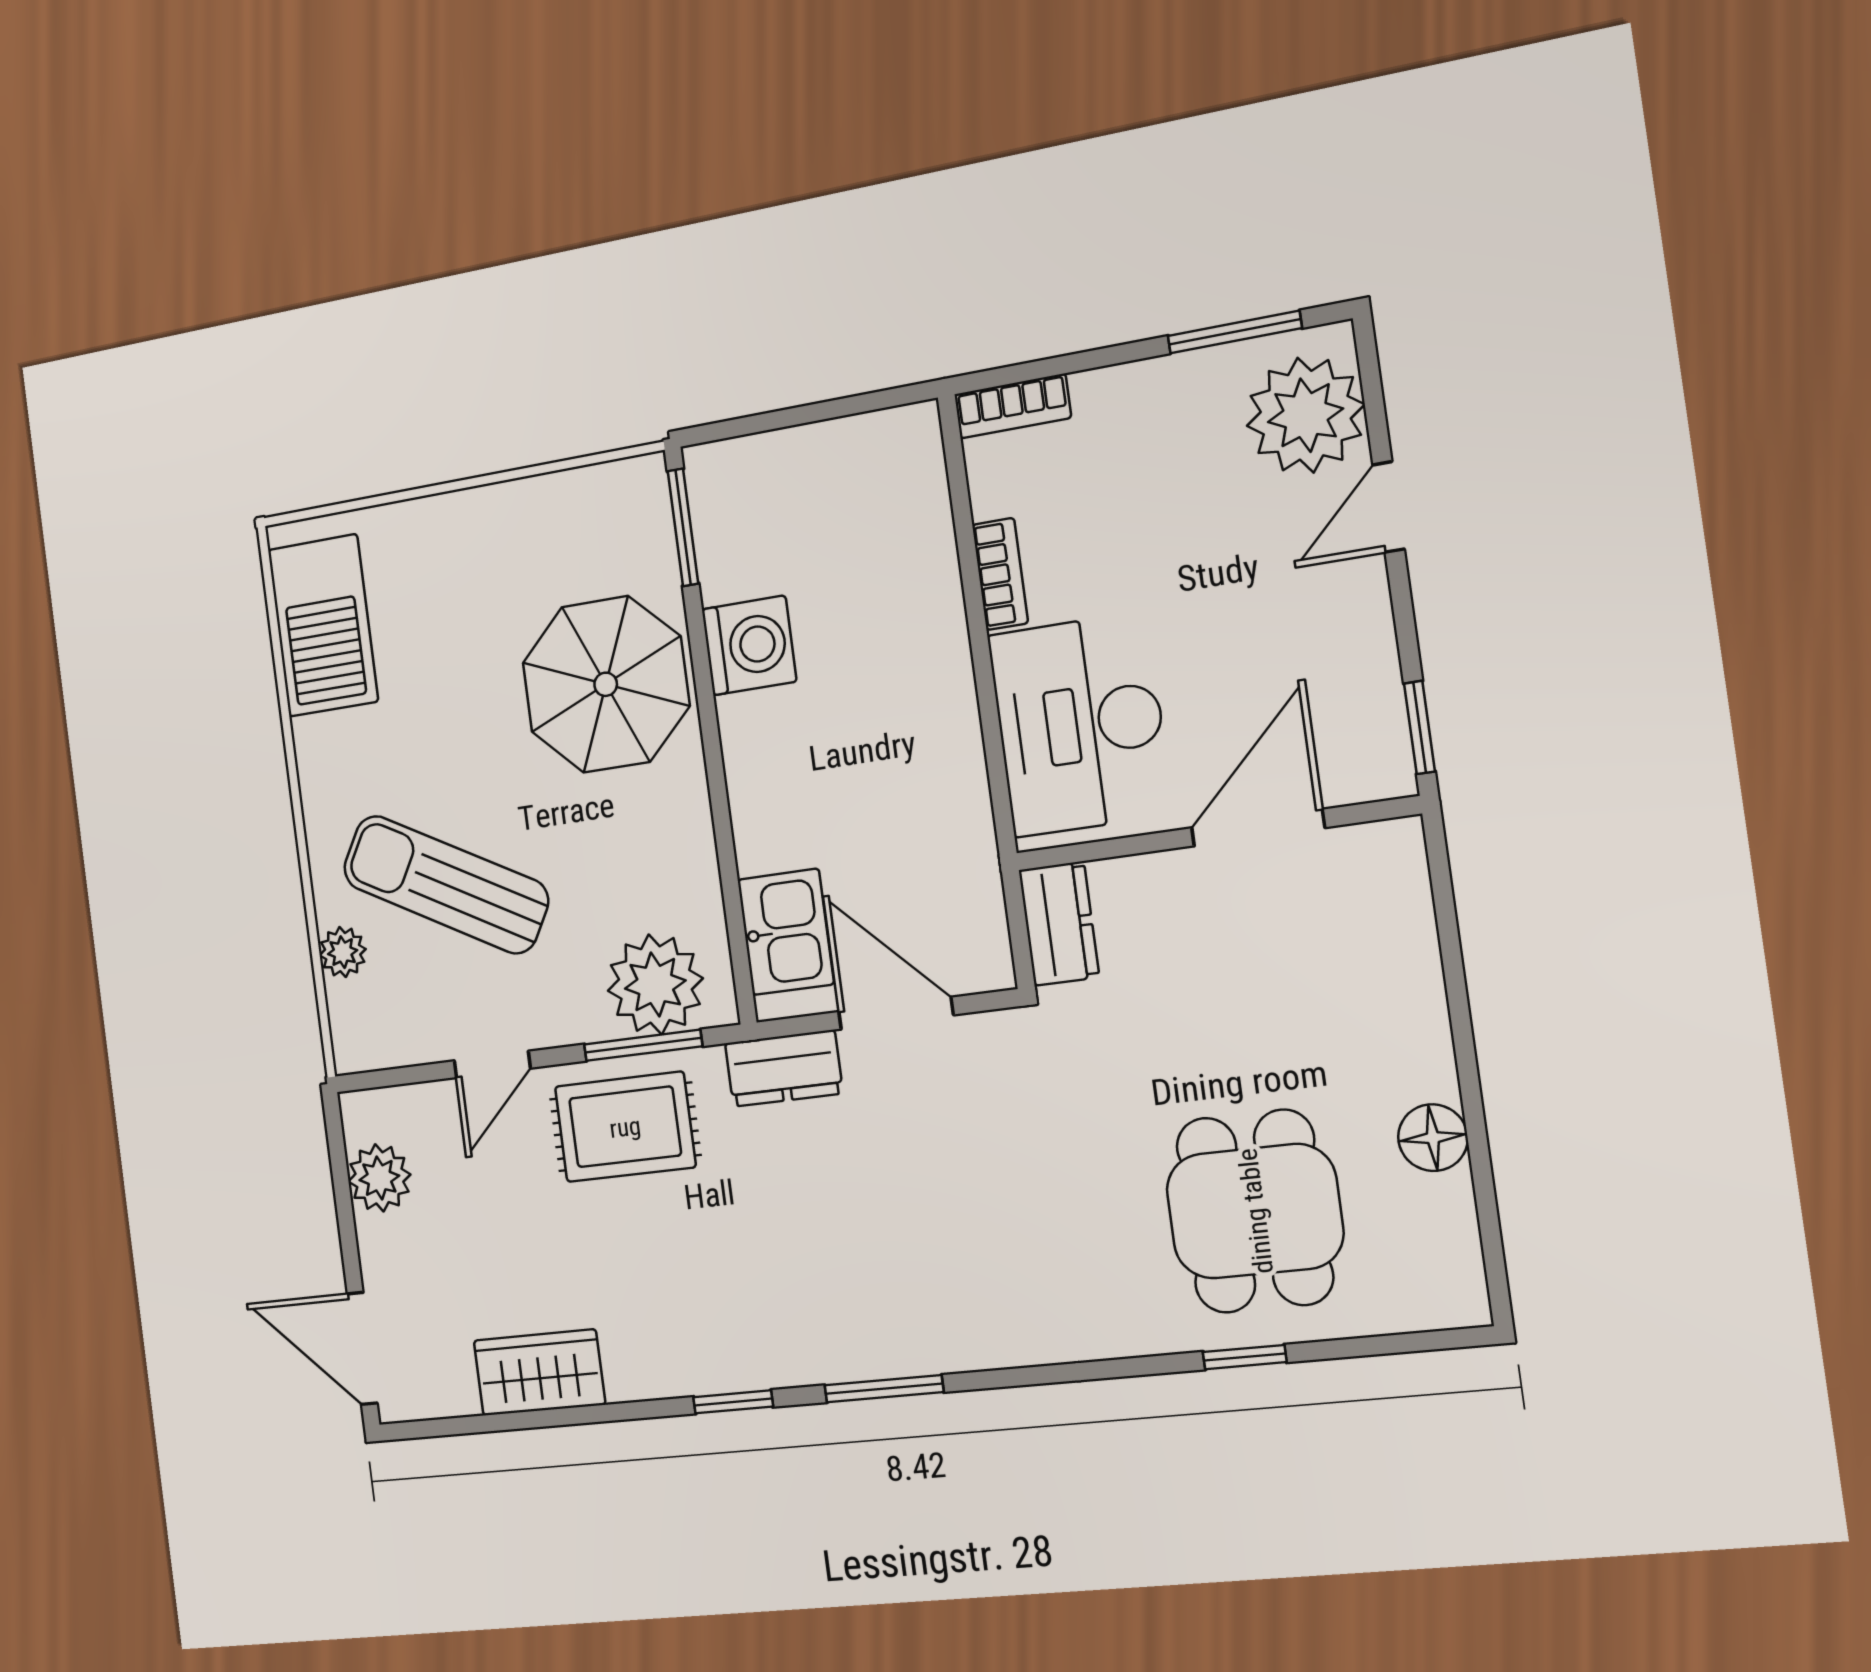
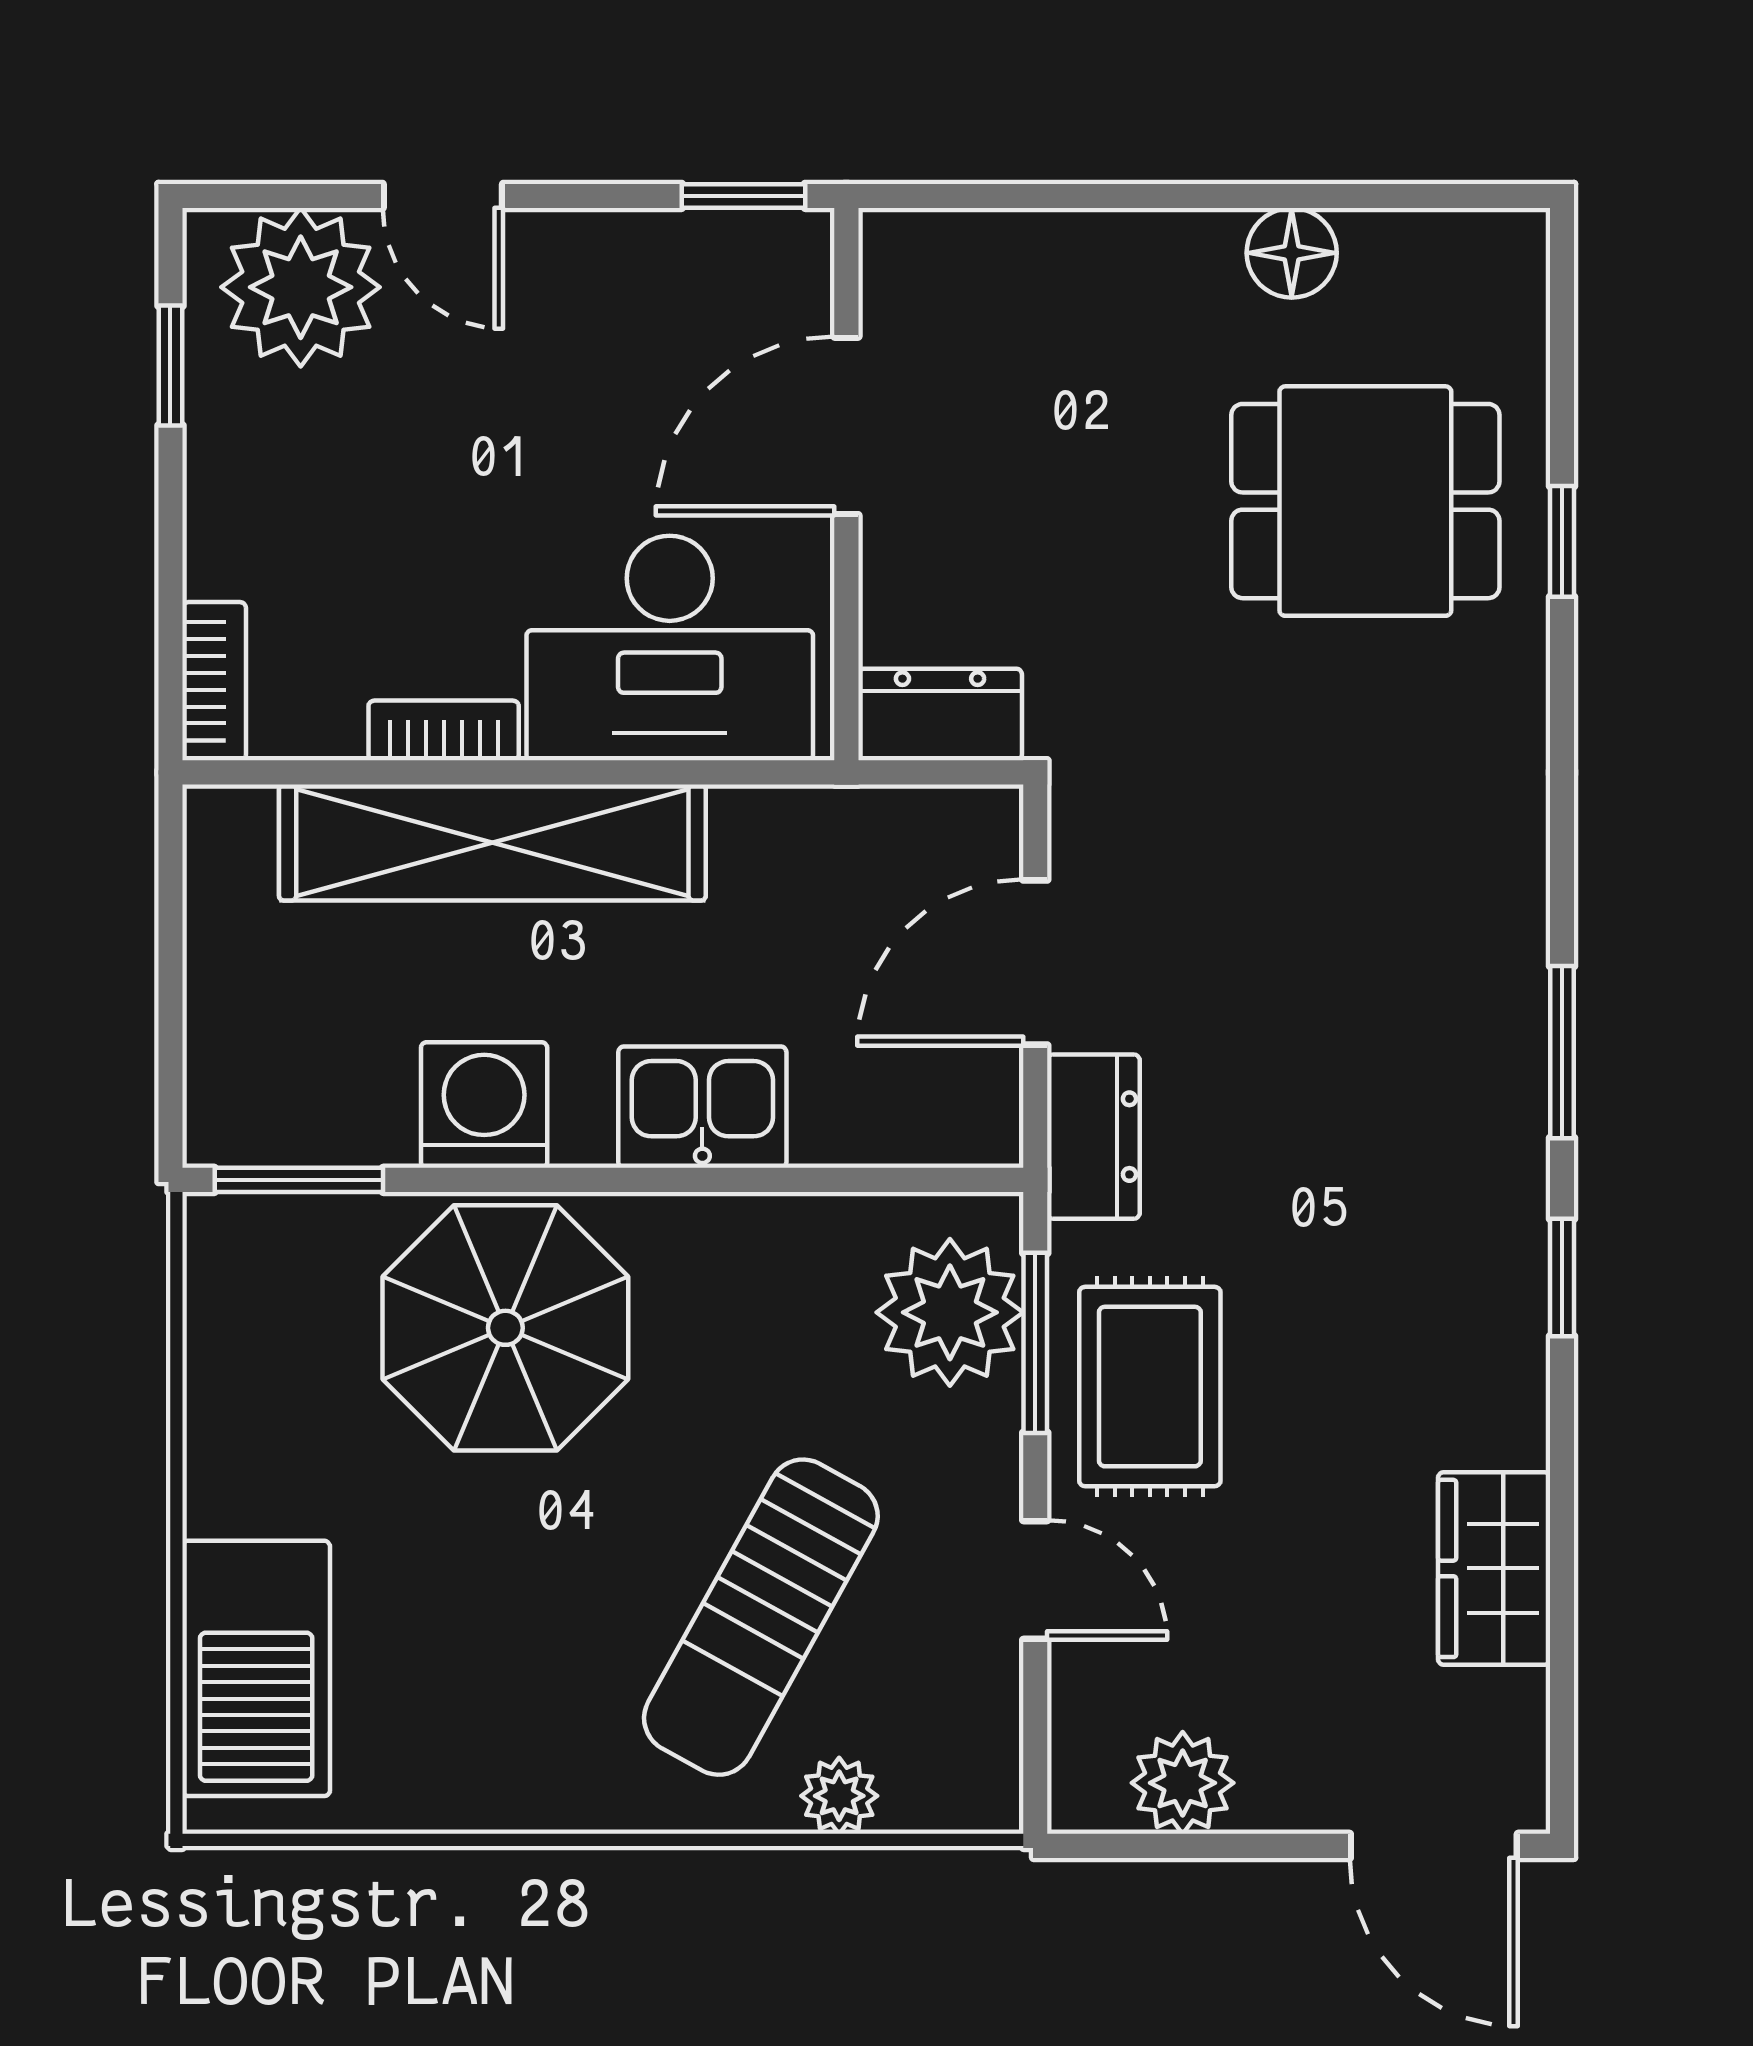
window: (1235, 332) -> (170, 366), width x0.67
shelving: (927, 621) -> (492, 843), added
barbecue: (323, 625) -> (256, 1668), moved, turned 90
door: (1258, 828) -> (846, 426), hinge flipped
kitchen sink: (786, 932) -> (702, 1107), moved
door: (362, 1348) -> (1434, 1846), hinge flipped

